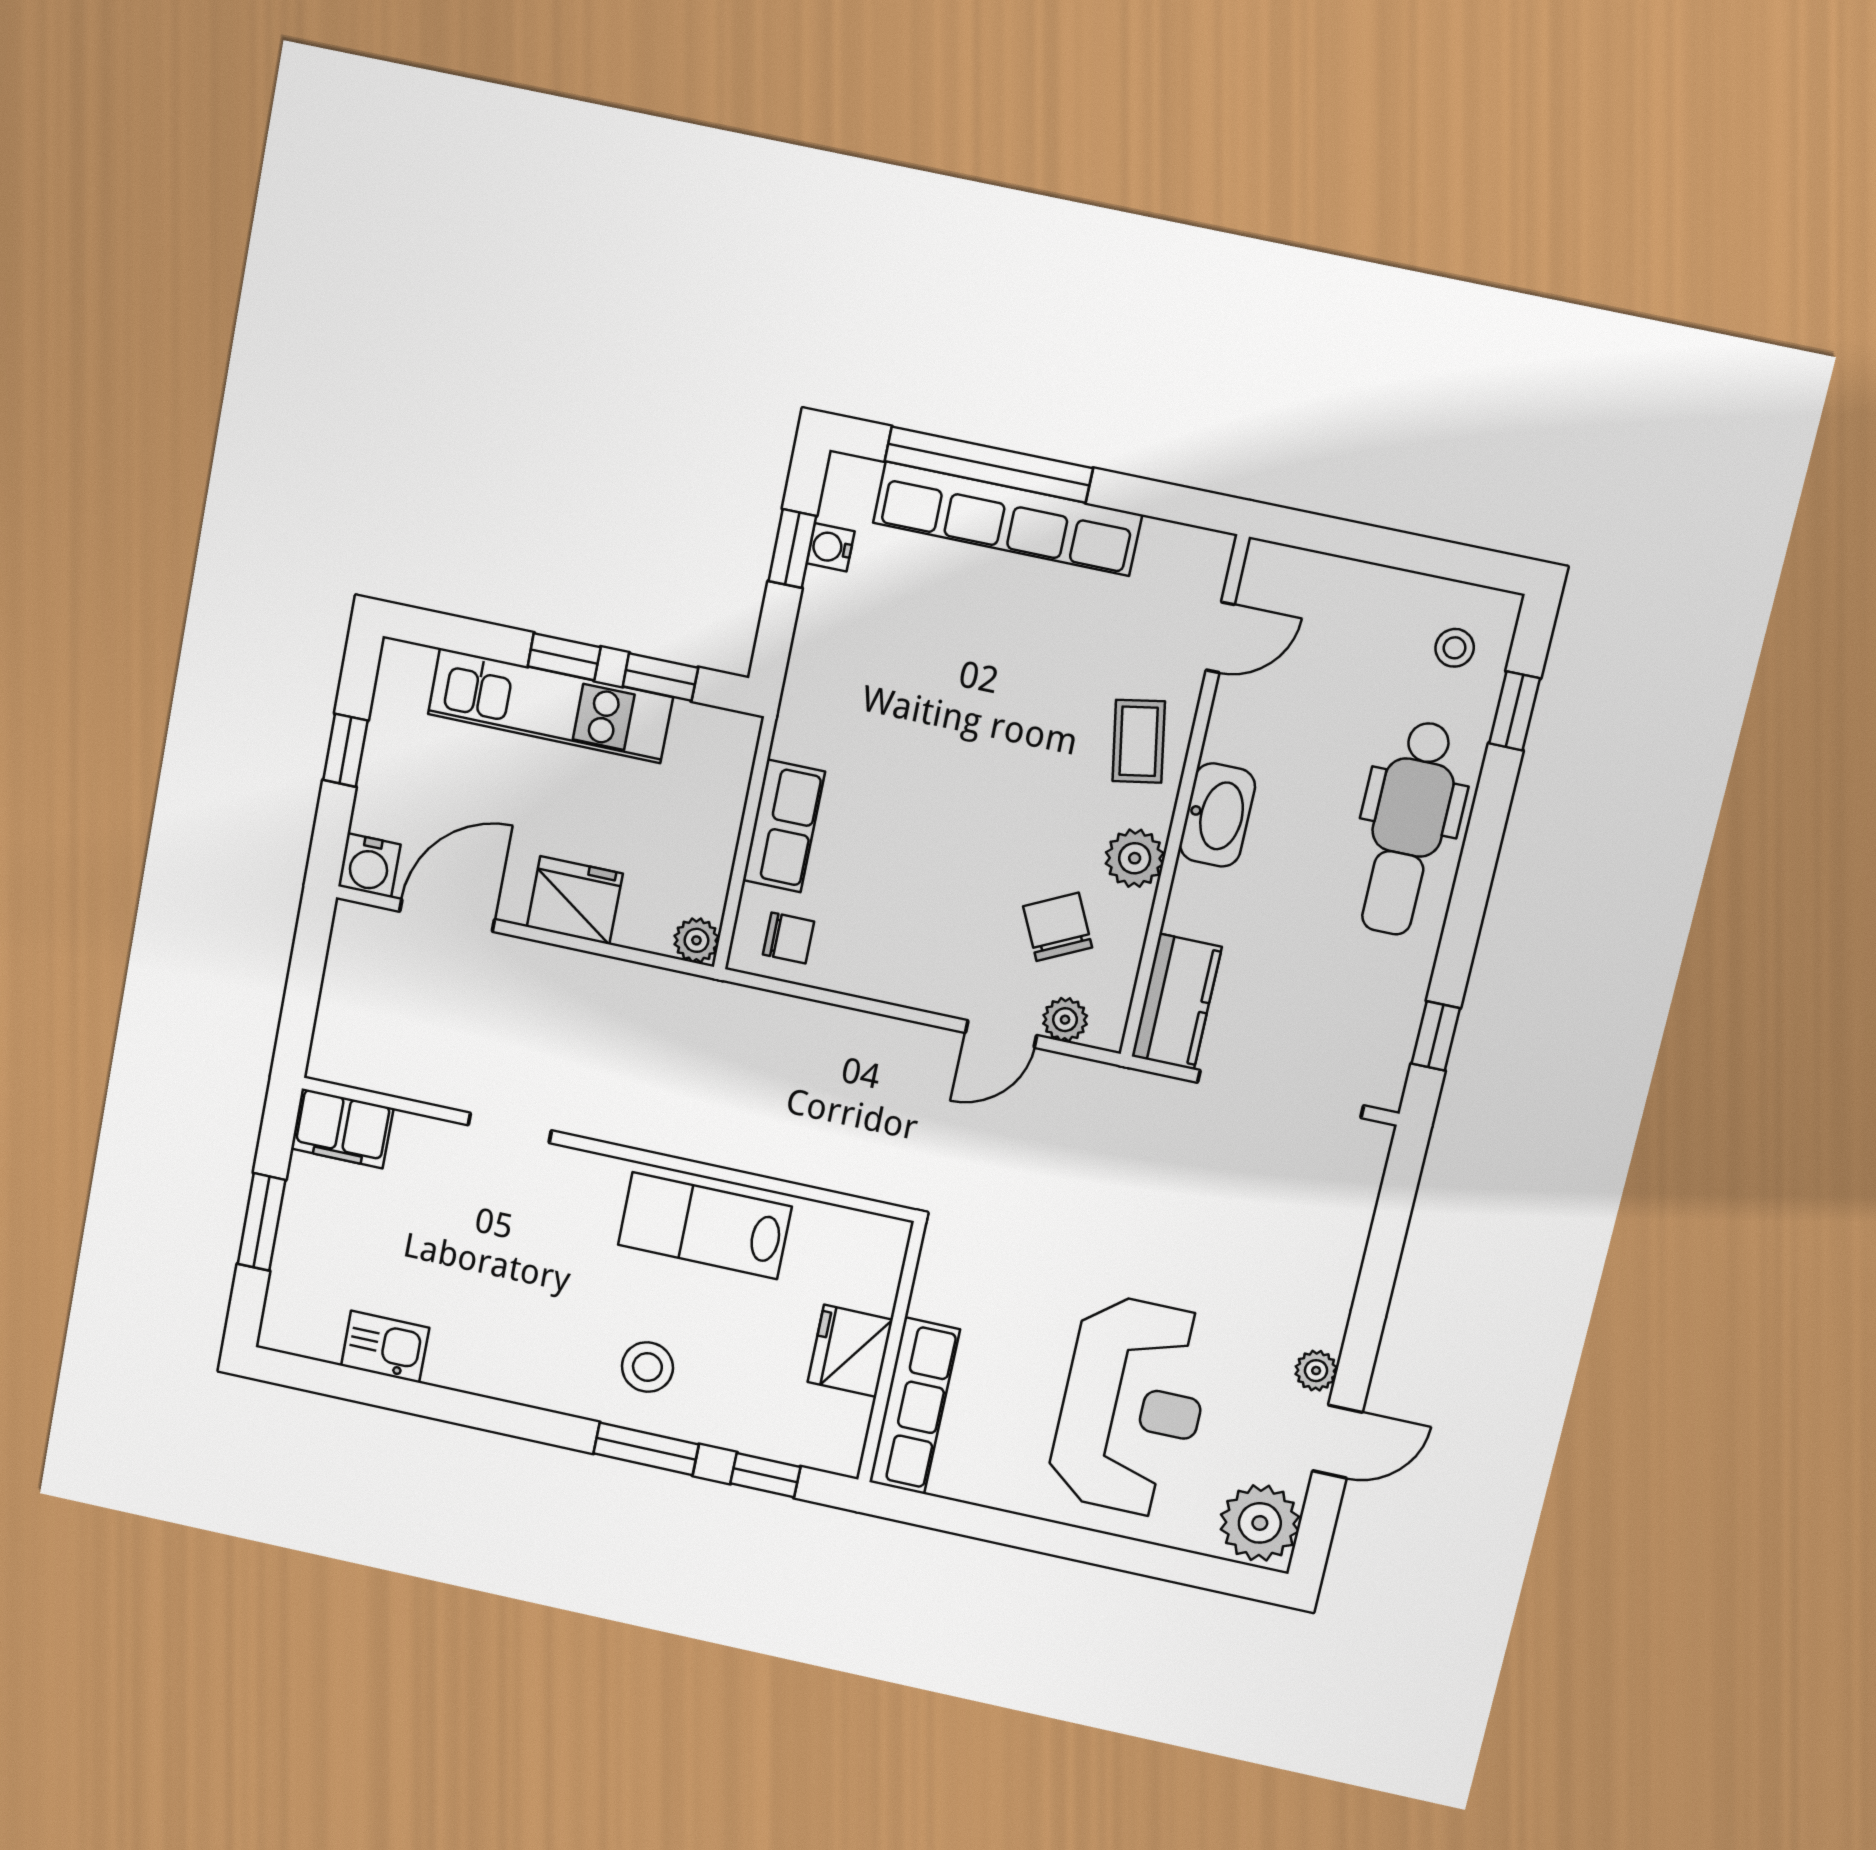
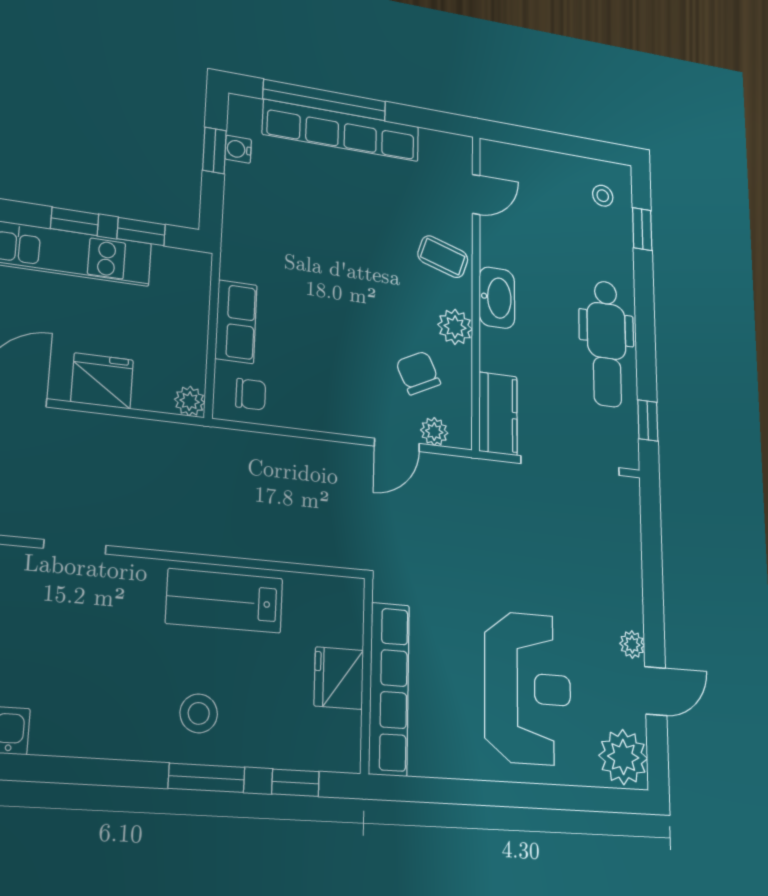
coffee table: (1139, 741) -> (443, 257), turned -62
dental chair: (1408, 828) -> (607, 343), moved
row of seats: (914, 1406) -> (389, 689), width x1.36

